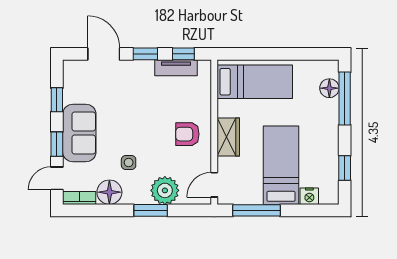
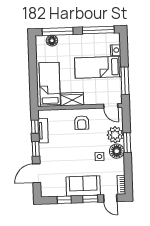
wardrobe: (228, 137) -> (72, 99), moved
window: (345, 168) -> (98, 30), width x2.17
floor lamp: (109, 192) -> (117, 151), moved

